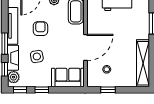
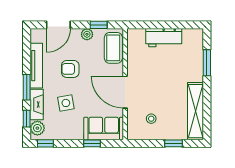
armchair: (40, 29) -> (70, 69), turned -90
door: (85, 48) -> (125, 92), swing flipped
window: (42, 90) -> (92, 143), moved
window: (108, 90) -> (173, 143), moved

